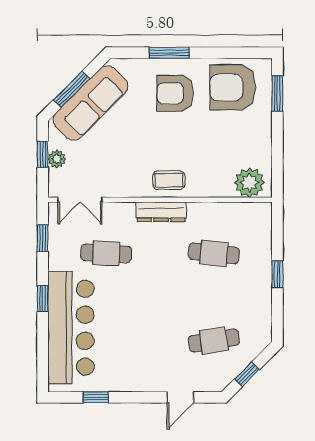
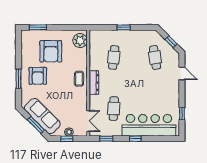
armchair: (233, 87) -> (51, 51), moved

